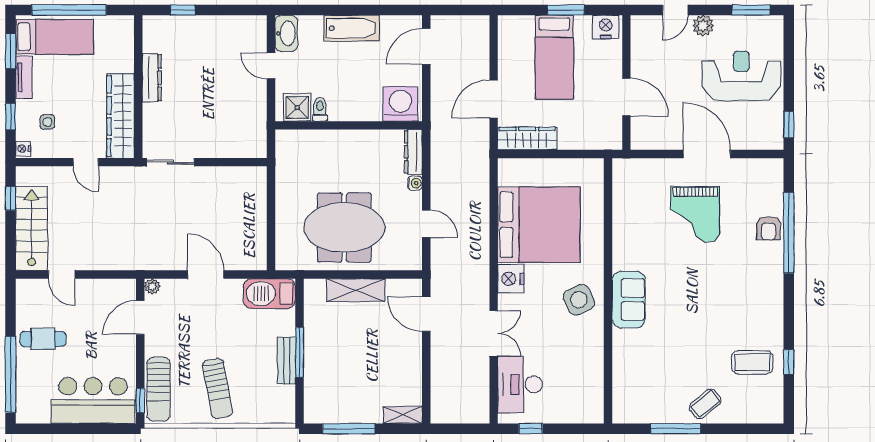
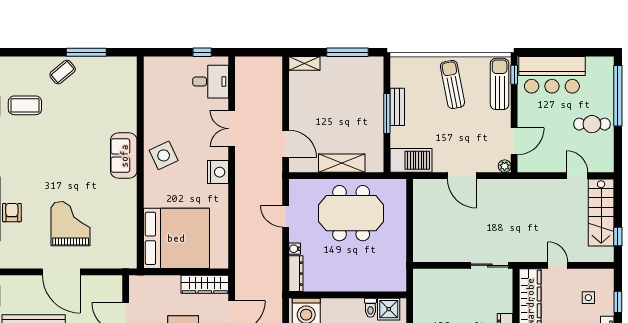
nightstand: (23, 149) -> (608, 276), removed
bed: (539, 225) -> (176, 238), moved, turned 180
desk: (520, 384) -> (211, 82), width x0.73

